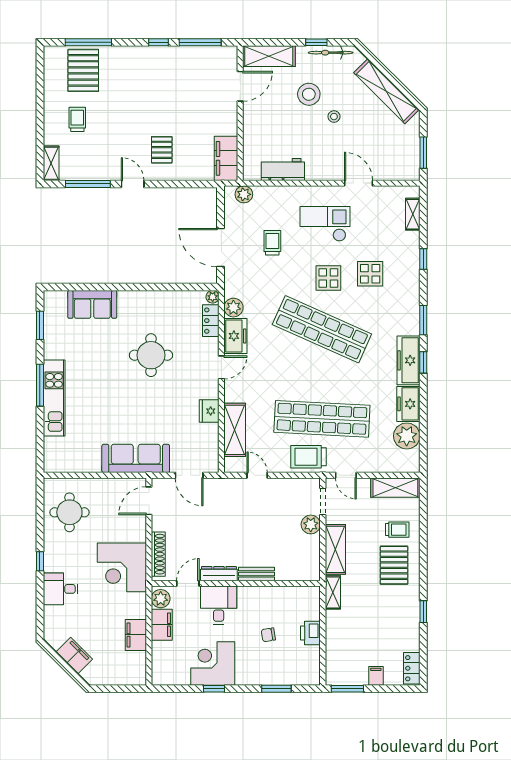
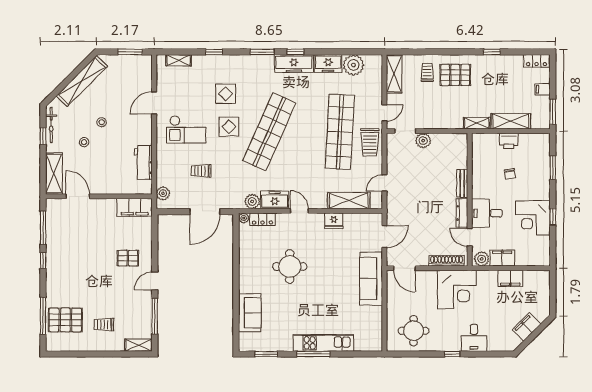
stool: (309, 94) -> (84, 142), width x0.53, depth x0.53
checkout: (325, 224) -> (186, 129), turned -90
shelving: (335, 549) -> (511, 121), moved

